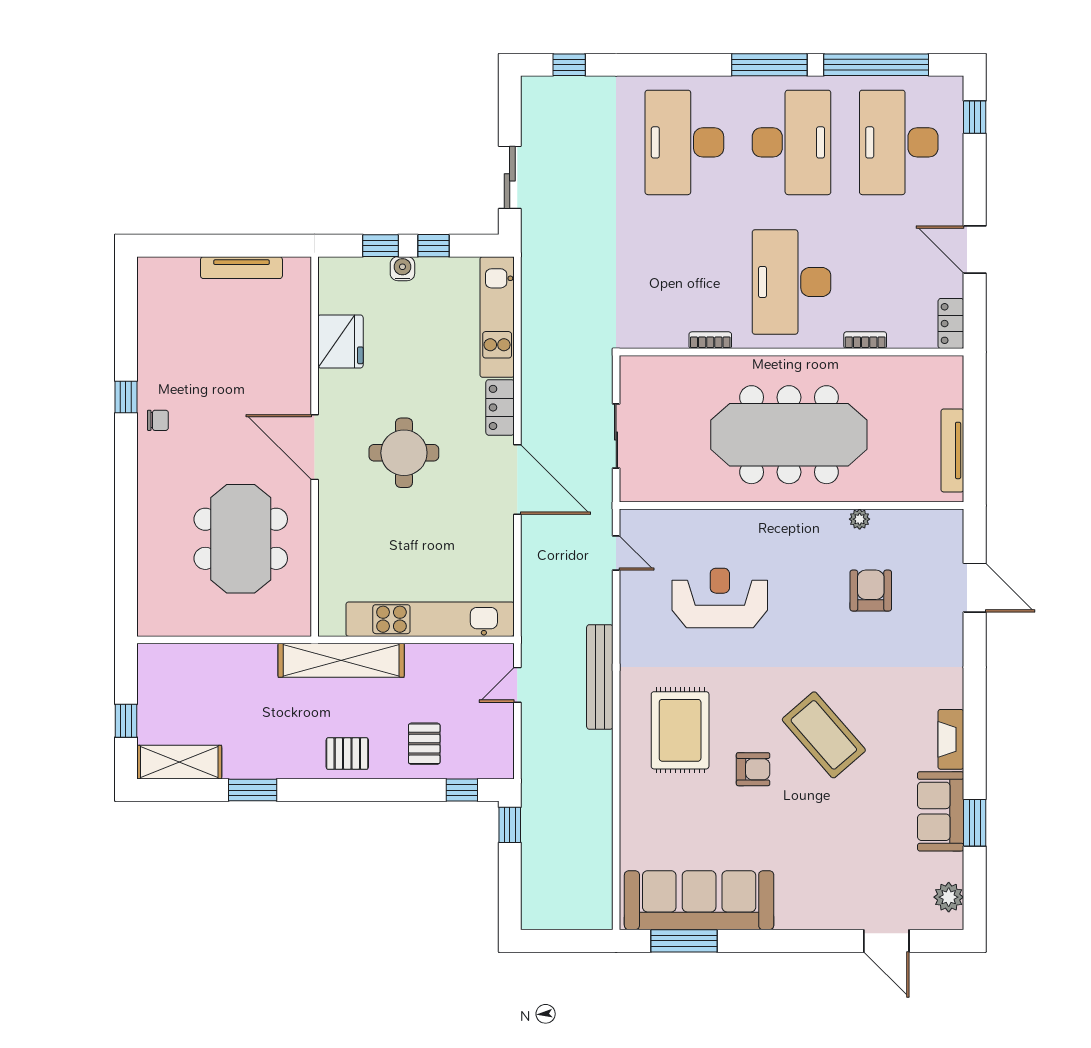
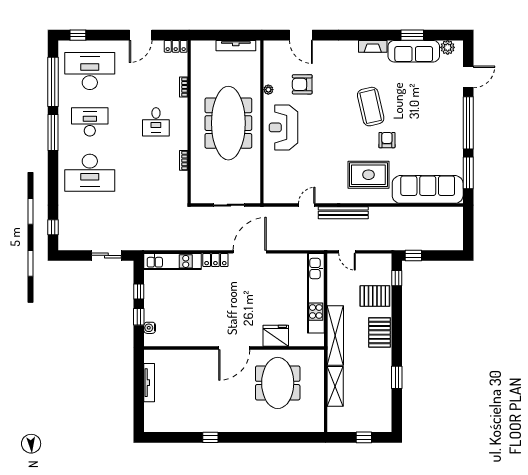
desk: (792, 142) -> (90, 122), width x0.73, depth x0.77
desk: (899, 142) -> (90, 71), turned 180
water cooler: (402, 269) -> (150, 328), moved
desk: (792, 282) -> (156, 122), width x0.53, depth x0.77
fridge: (340, 341) -> (276, 336), moved
chair: (158, 420) -> (222, 422), removed
round table: (404, 453) -> (237, 306), removed
meeting table: (241, 539) -> (278, 383), turned 90
door: (616, 553) -> (307, 205), moved
door: (975, 588) -> (301, 35), swing flipped
reception desk: (720, 598) -> (283, 127), moved
coffee table: (824, 735) -> (371, 107), turned -62
pallet: (424, 744) -> (375, 296), width x1.50, depth x1.42
pallet: (347, 754) -> (379, 332), width x1.50, depth x1.42
shelving: (179, 762) -> (335, 386), moved
sofa: (941, 811) -> (414, 51), width x1.36
sofa: (699, 900) -> (428, 189), moved, turned 90
window: (789, 941) -> (468, 123), added

